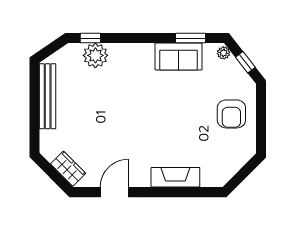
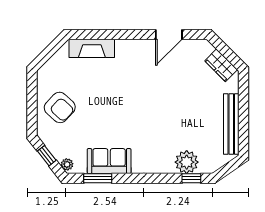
armchair: (231, 114) -> (60, 107), turned 133
wardrobe: (68, 169) -> (221, 65), moved
fireplace: (175, 177) -> (92, 48), moved

